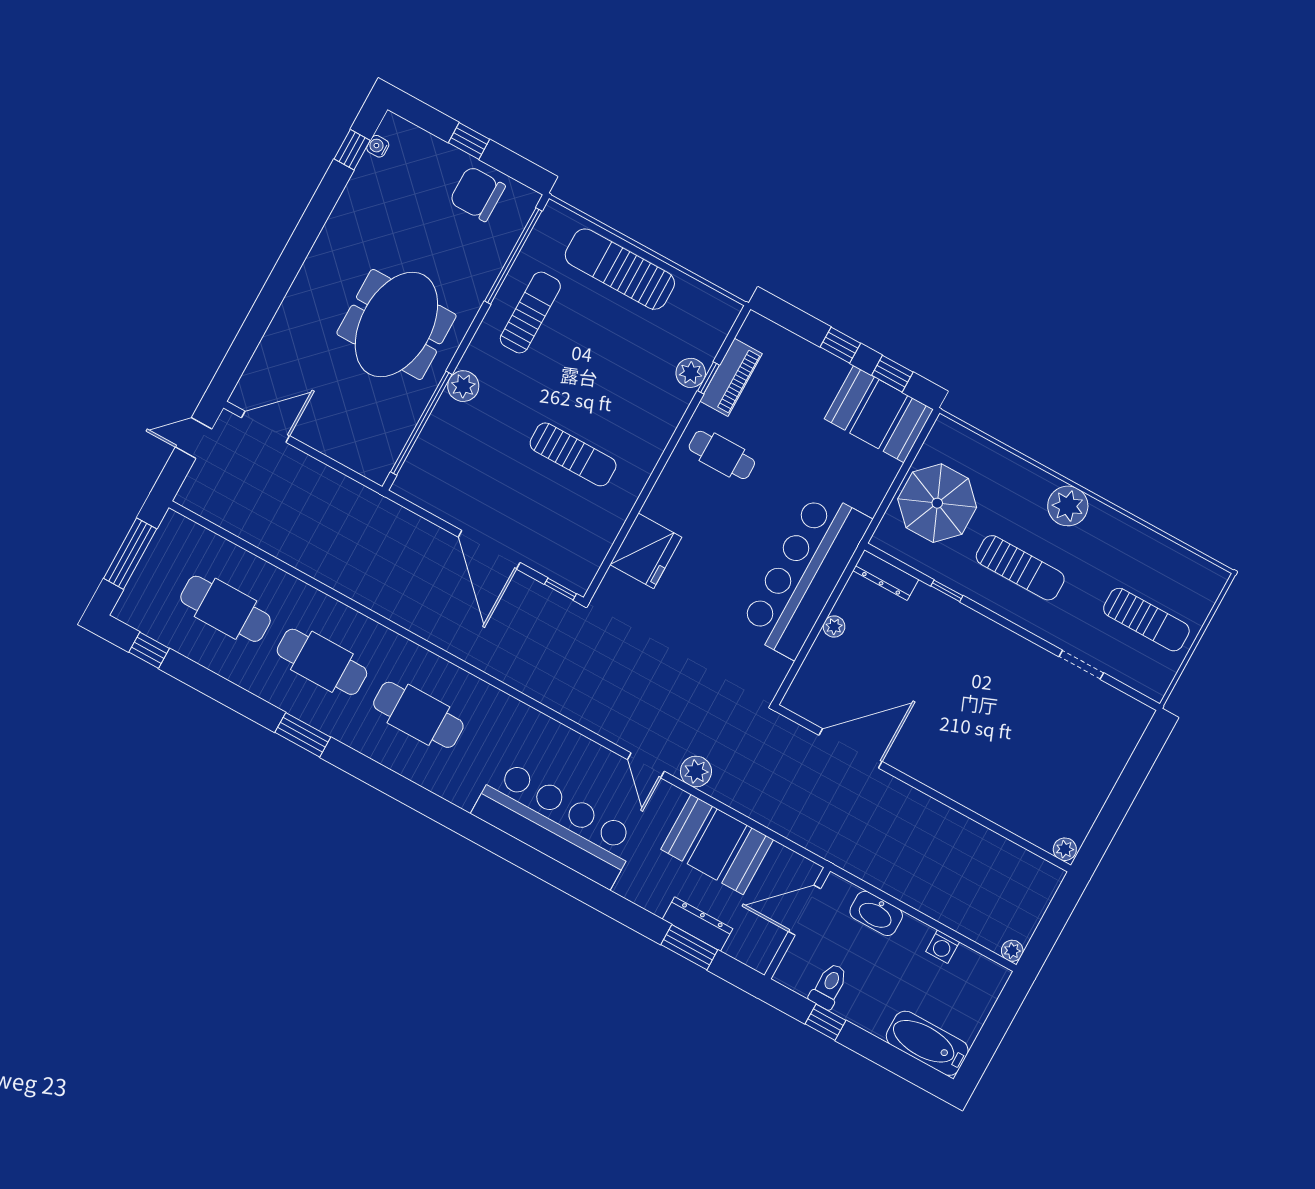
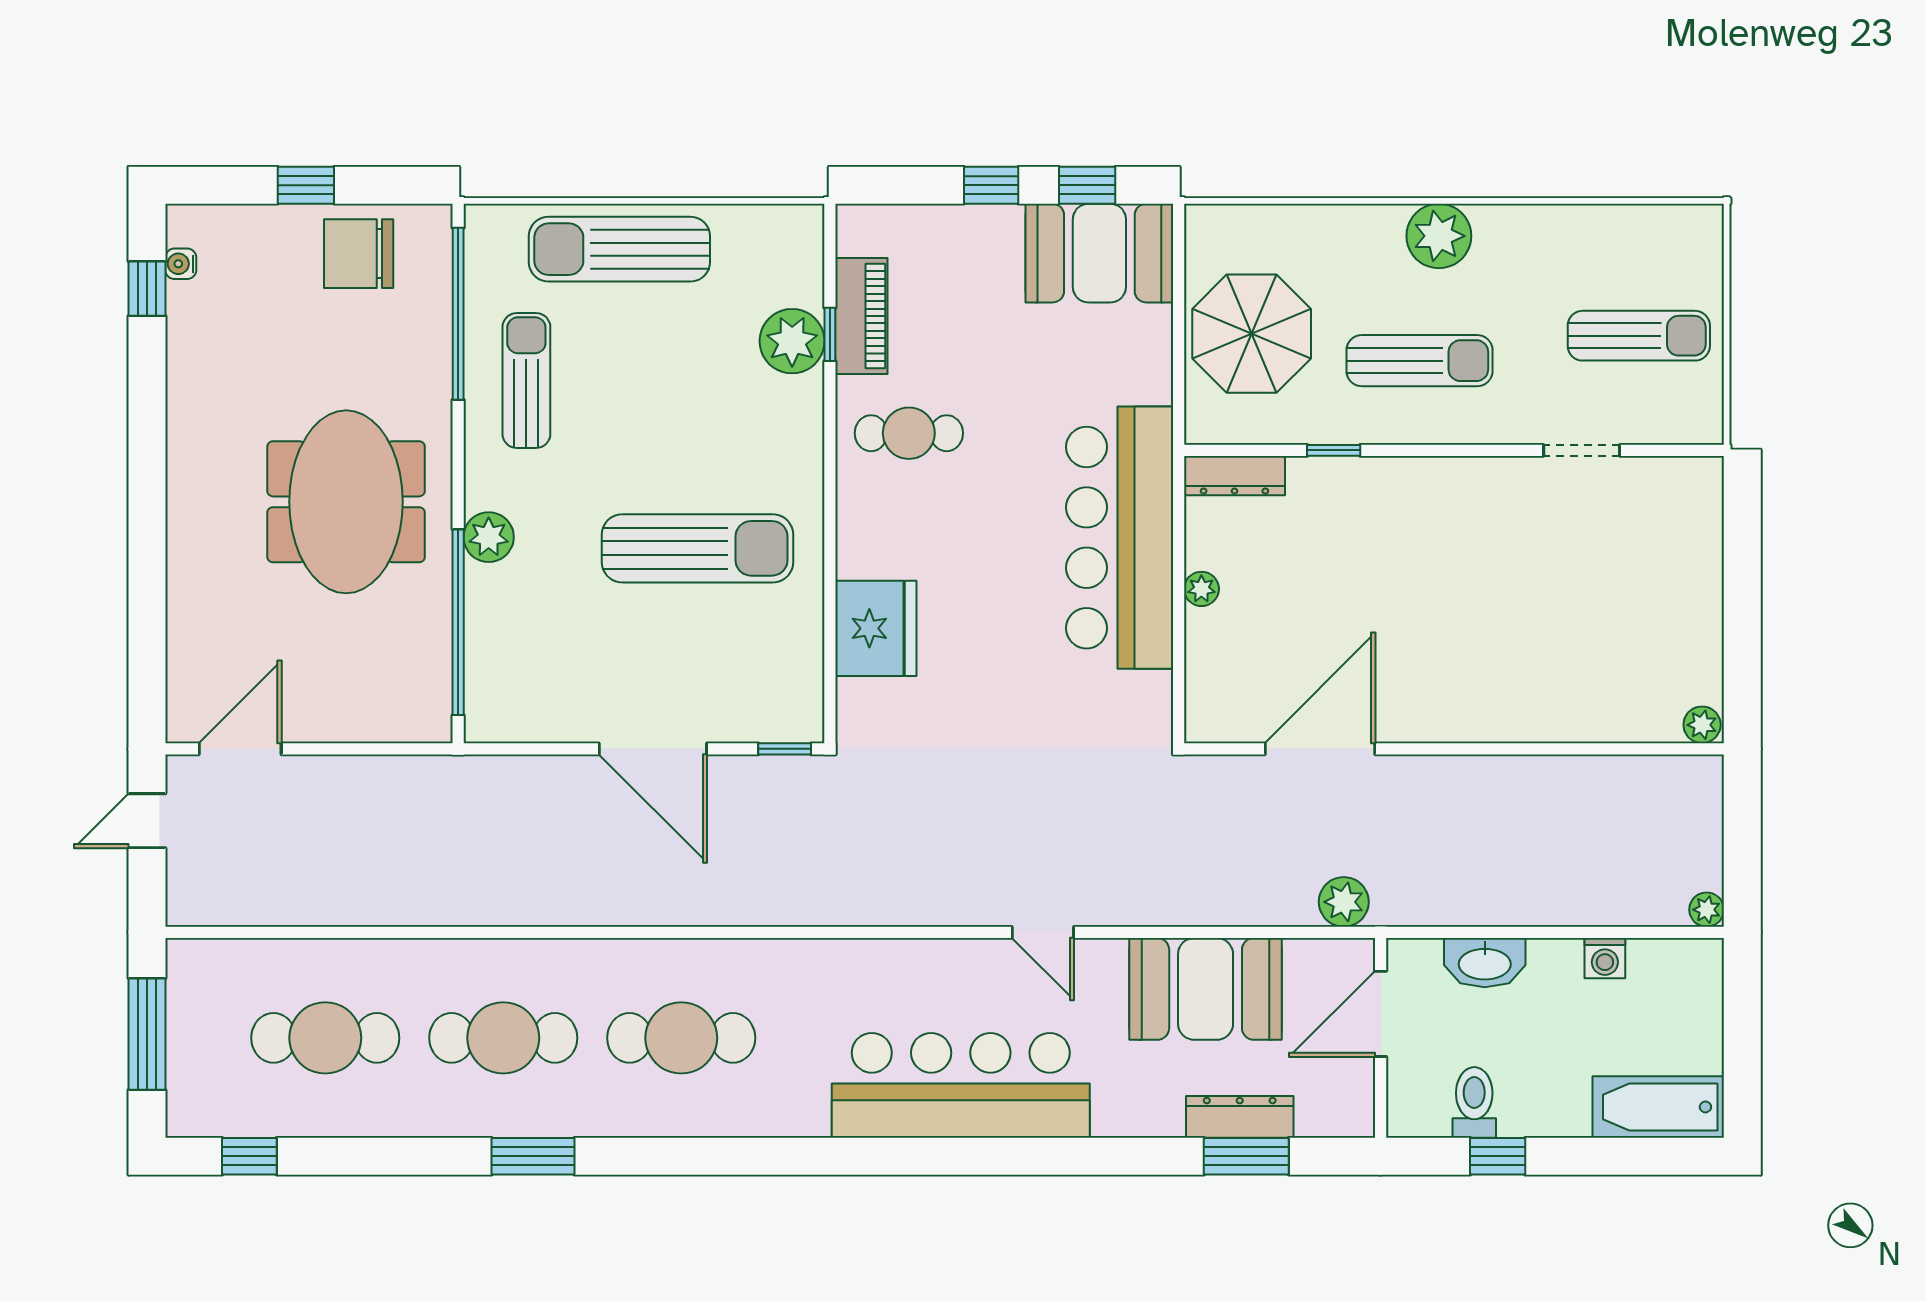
plant: (691, 373) -> (792, 341), width x1.36, depth x1.36
sun lounger: (573, 454) -> (697, 548), width x1.36, depth x1.34
plant: (696, 771) -> (1344, 902), moved

